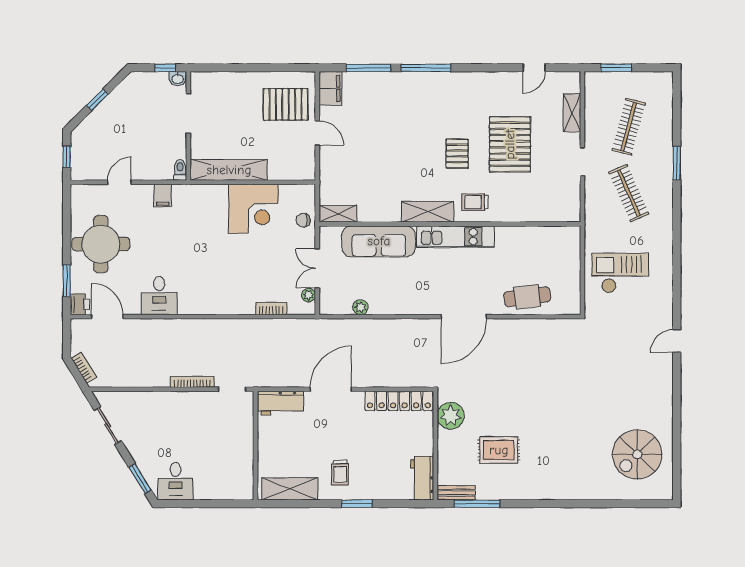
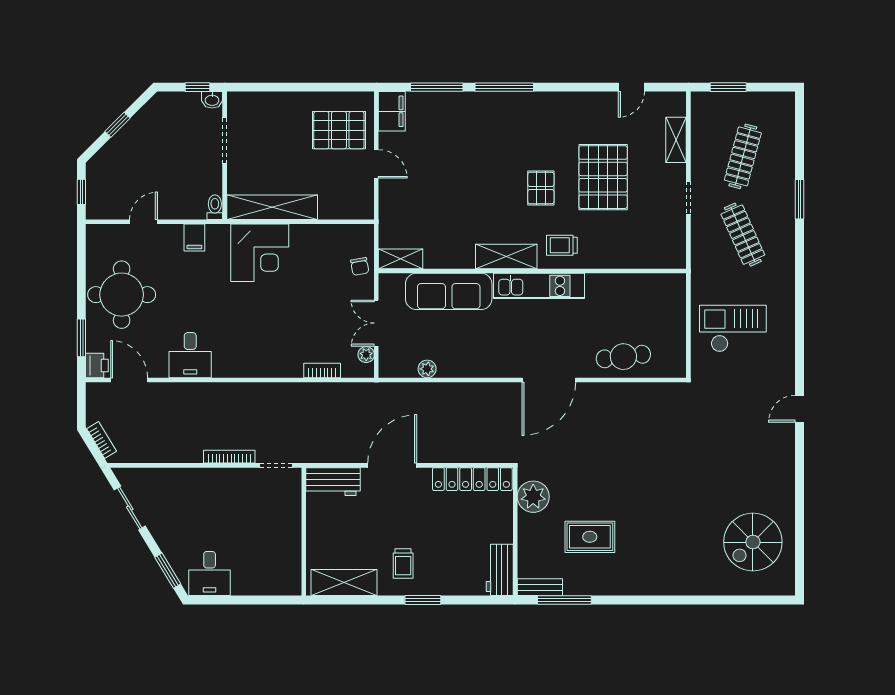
corner desk: (253, 209) -> (260, 253), moved
chair: (303, 220) -> (360, 266), turned -100

